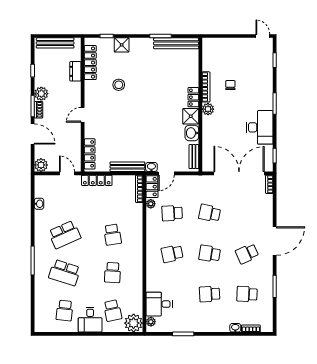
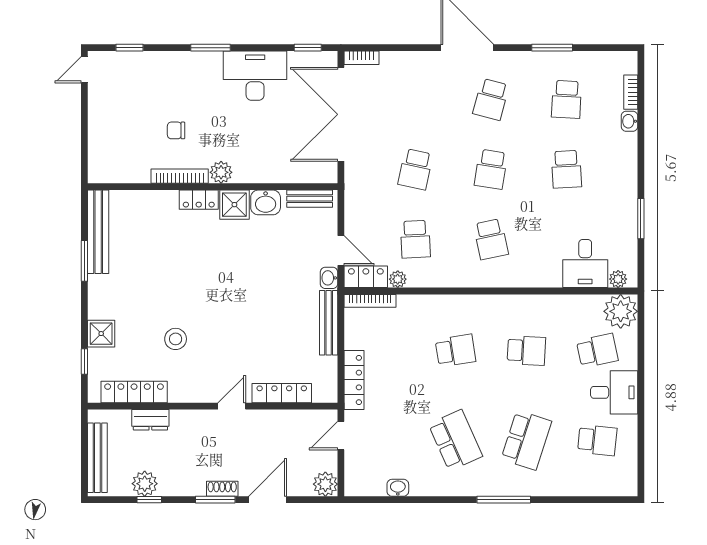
plant: (41, 94) -> (145, 484), moved
door: (83, 115) -> (232, 406), swing flipped
locker: (90, 154) -> (282, 393), moved
school desk: (247, 254) -> (491, 99), turned 39

